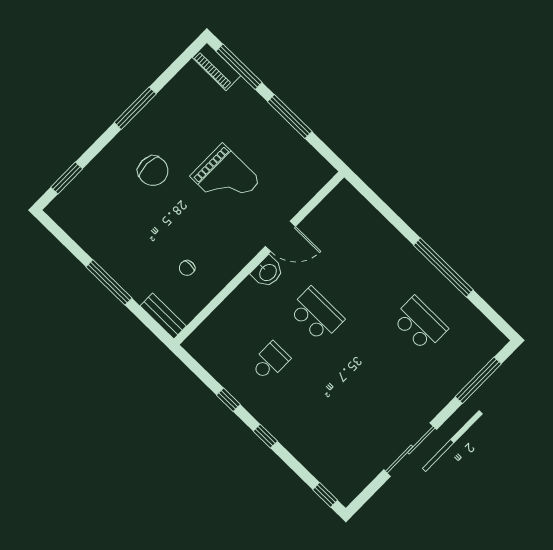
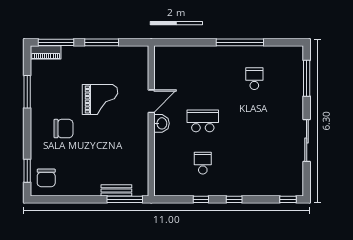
window: (135, 108) -> (27, 92), moved
chair: (187, 268) -> (46, 178), moved, width x1.87, depth x1.87
window: (109, 282) -> (125, 199), moved
bench: (163, 316) -> (116, 190), moved
school desk: (420, 324) -> (254, 79), width x0.54

